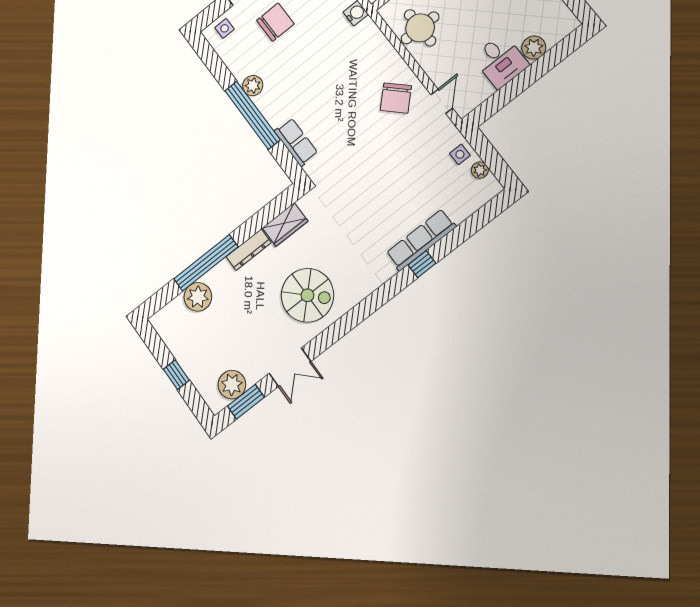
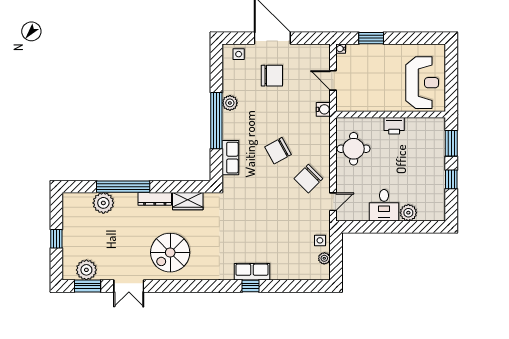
chair: (341, 95) -> (278, 151), added
row of seats: (421, 240) -> (252, 272), width x0.68
spiral stairs: (307, 295) -> (170, 253), turned 90

